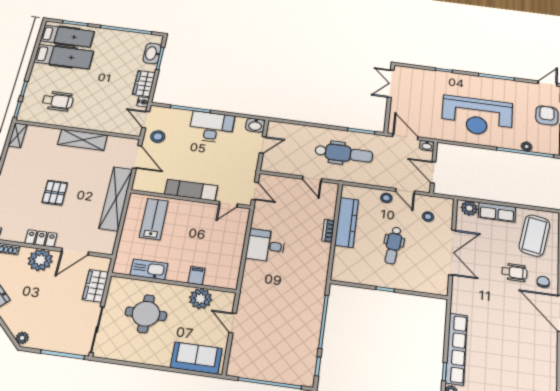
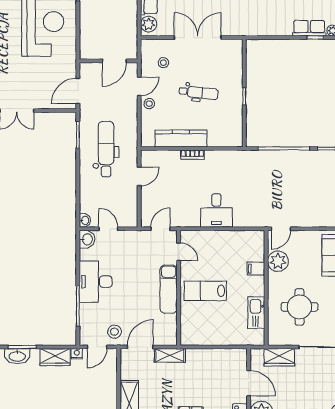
washbasin: (427, 146) -> (85, 220), moved
shelving: (116, 199) -> (170, 355), width x0.45, depth x0.75
lab bench: (154, 219) -> (205, 291), moved
door: (233, 323) -> (281, 229), moved
row of seats: (456, 349) -> (309, 28), width x0.50

